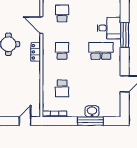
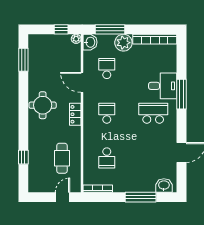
cafe table: (25, 89) -> (62, 158), added
washbasin: (92, 111) -> (164, 185), moved

